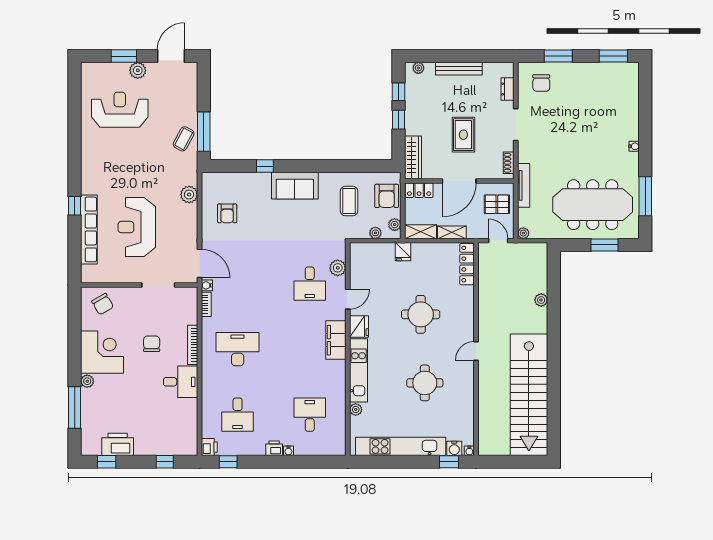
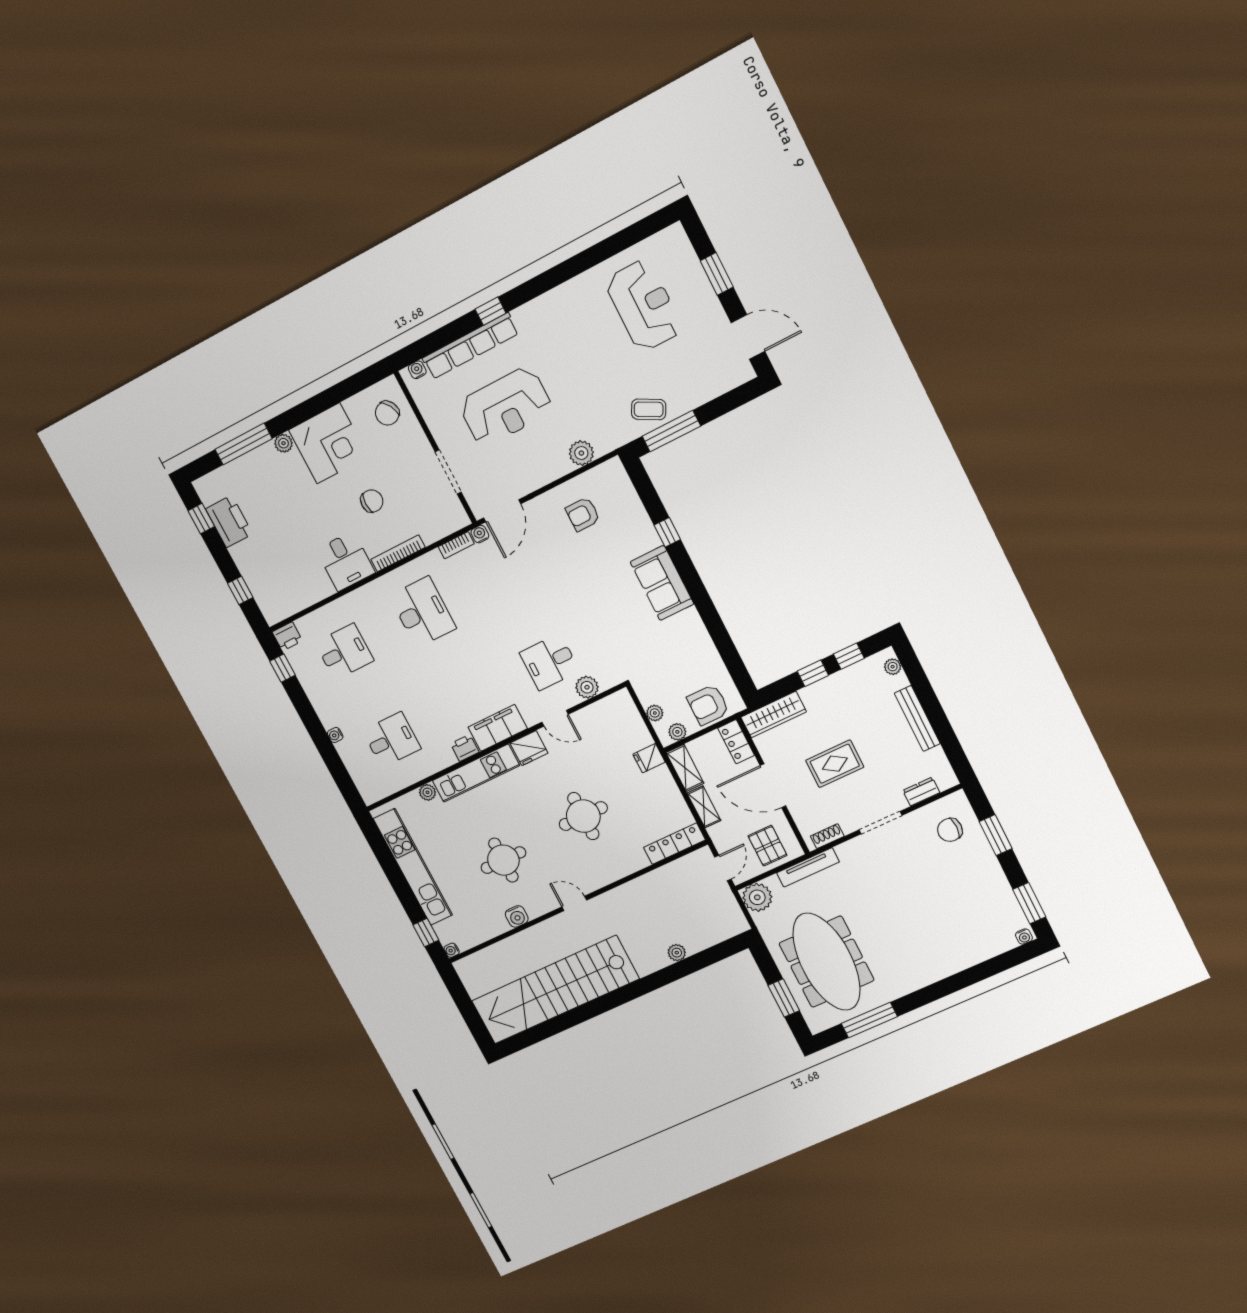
plant: (138, 70) -> (707, 302), removed
water cooler: (634, 146) -> (1024, 937), moved
coffee table: (349, 201) -> (678, 661), removed
reception desk: (137, 227) -> (506, 407), turned 180
plant: (523, 233) -> (757, 897), width x1.87, depth x1.87
water cooler: (86, 271) -> (417, 370), added
desk: (238, 415) -> (344, 652), turned 180
printer: (274, 448) -> (465, 748), moved, turned -90
water cooler: (454, 448) -> (517, 916), moved, turned -90

